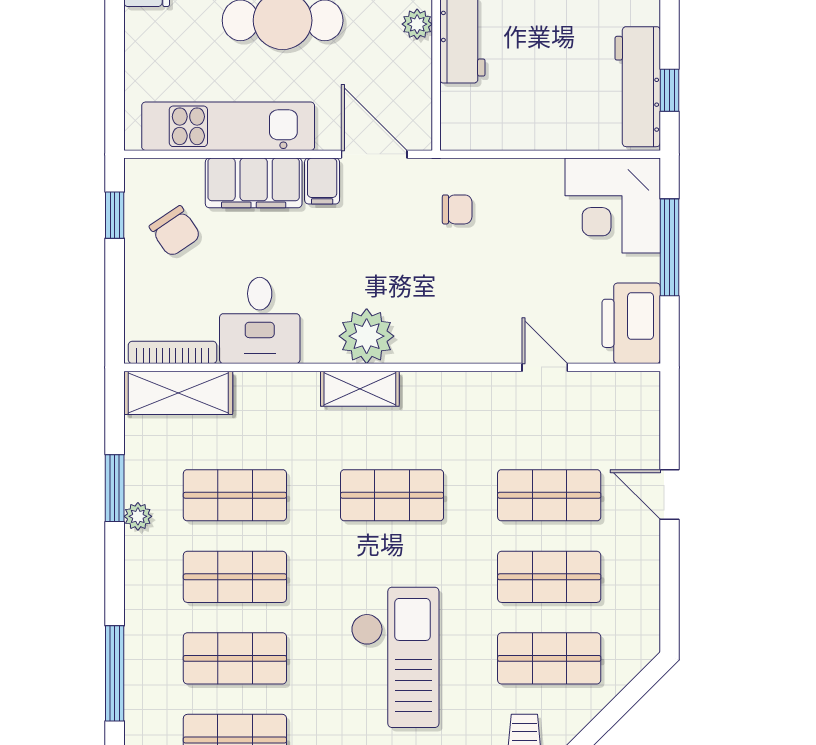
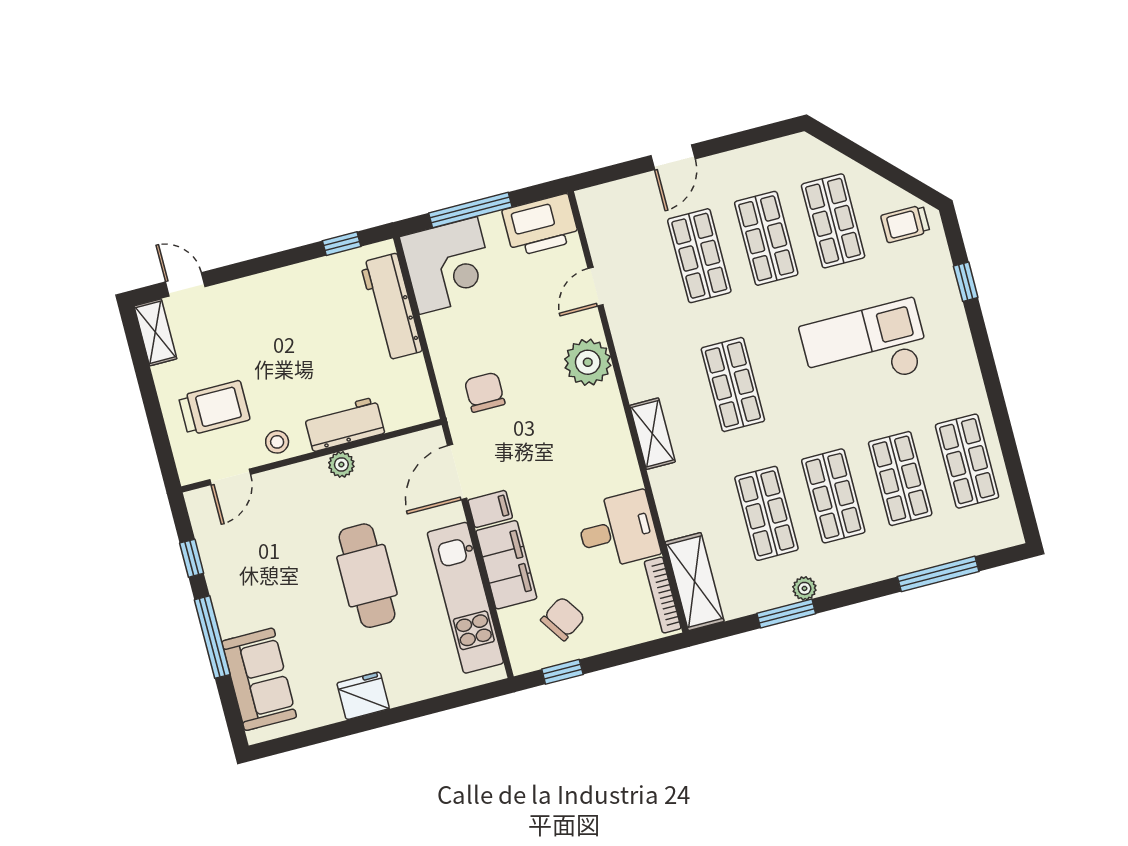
workbench: (638, 87) -> (391, 307), moved, turned 90
chair: (457, 209) -> (485, 392), width x1.37, depth x1.37
plant: (367, 336) -> (588, 362), moved

